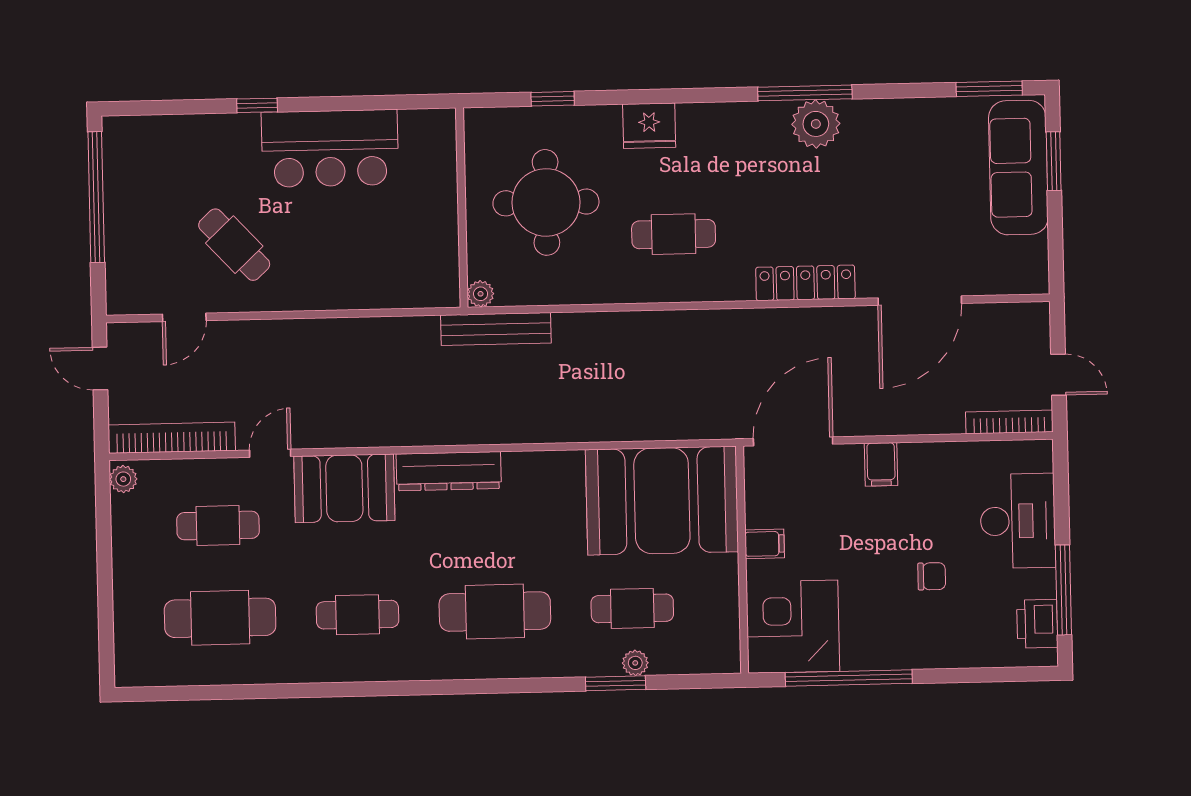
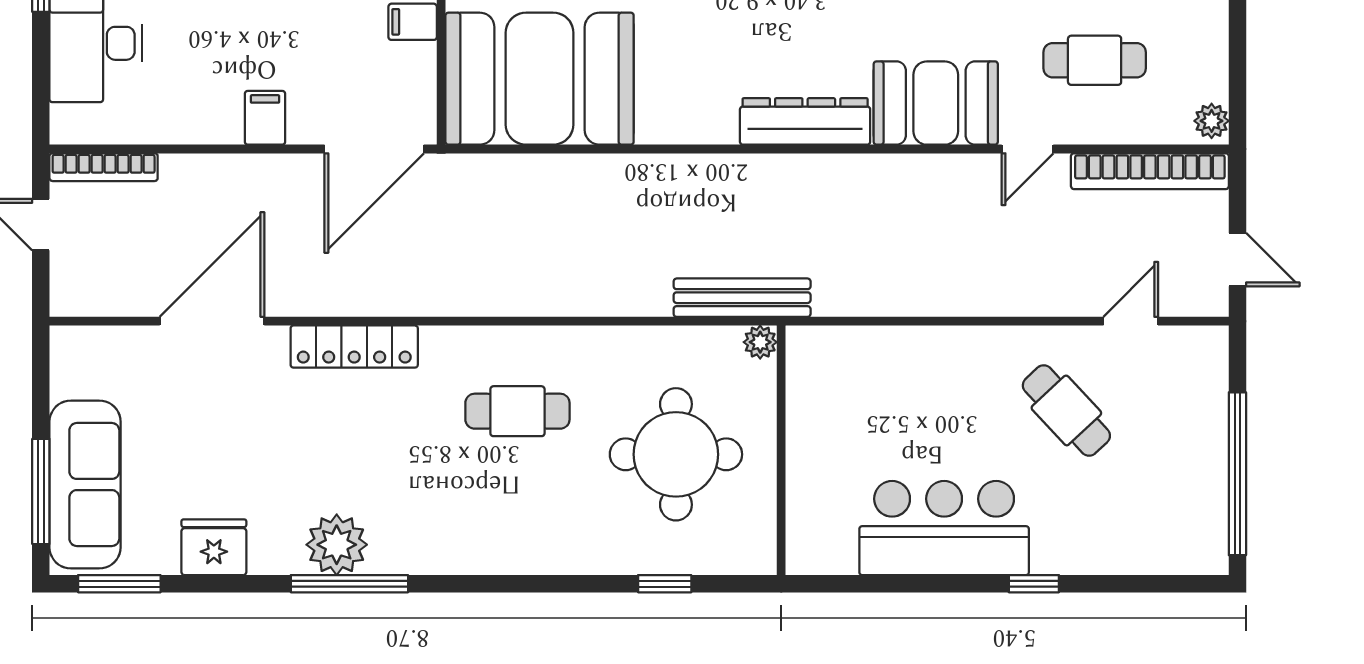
fridge: (649, 126) -> (214, 547), moved
window: (1054, 161) -> (41, 491), width x1.44

